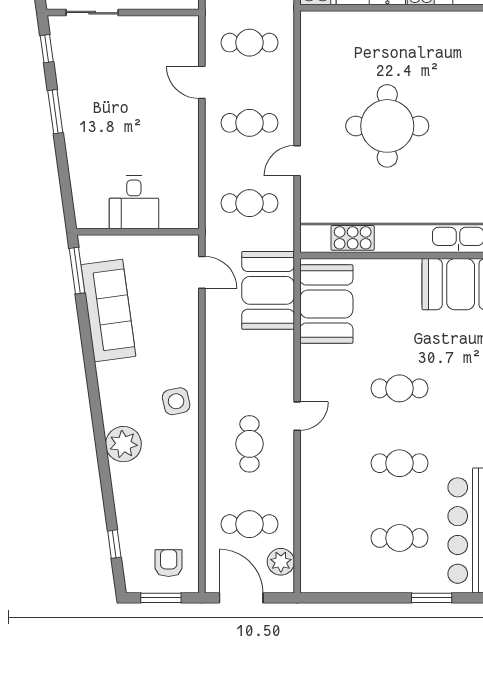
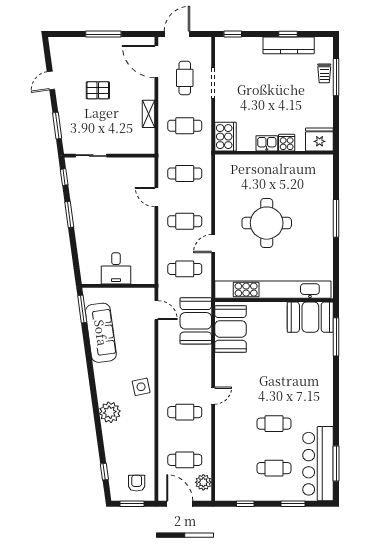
cafe table: (400, 388) -> (274, 379), removed
cafe table: (249, 444) -> (185, 412), turned 90
window: (351, 598) -> (245, 504), added

